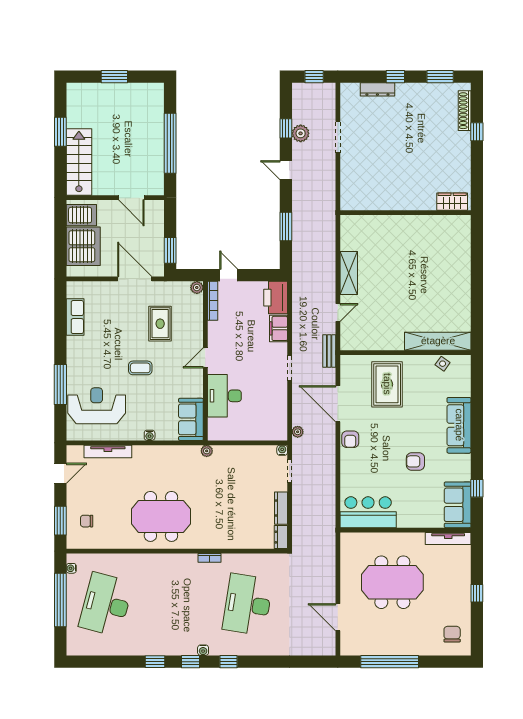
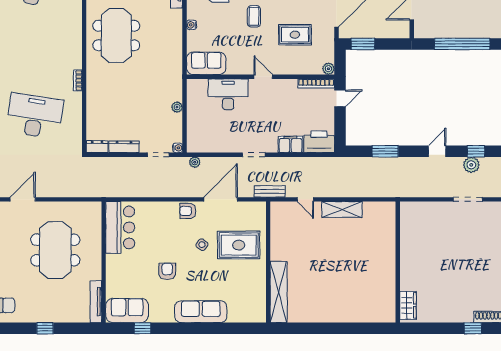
side table: (443, 364) -> (202, 245), moved
plant: (207, 451) -> (177, 107), moved

